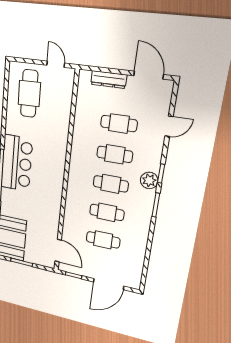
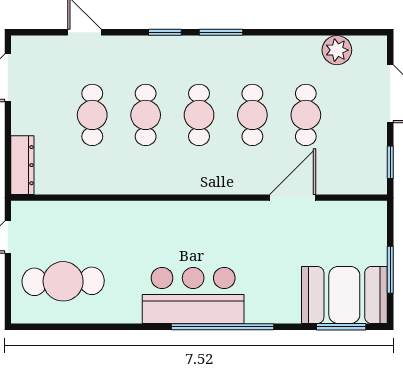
dresser: (109, 80) -> (22, 165), moved
plant: (149, 180) -> (337, 50), moved
door: (58, 251) -> (293, 198), moved

